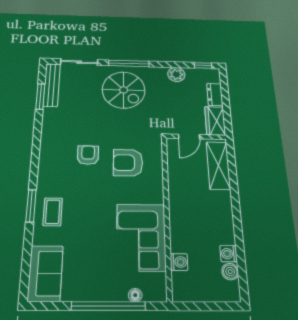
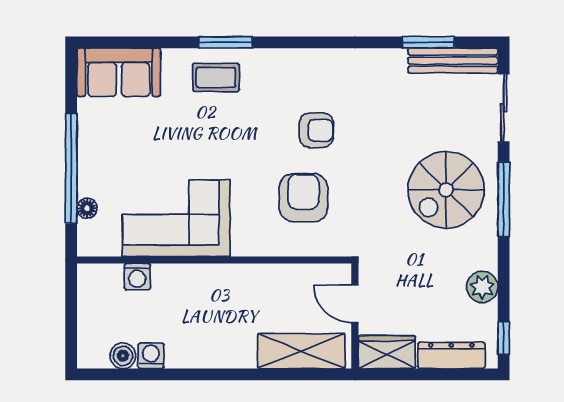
dresser: (215, 95) -> (451, 355), width x1.44

